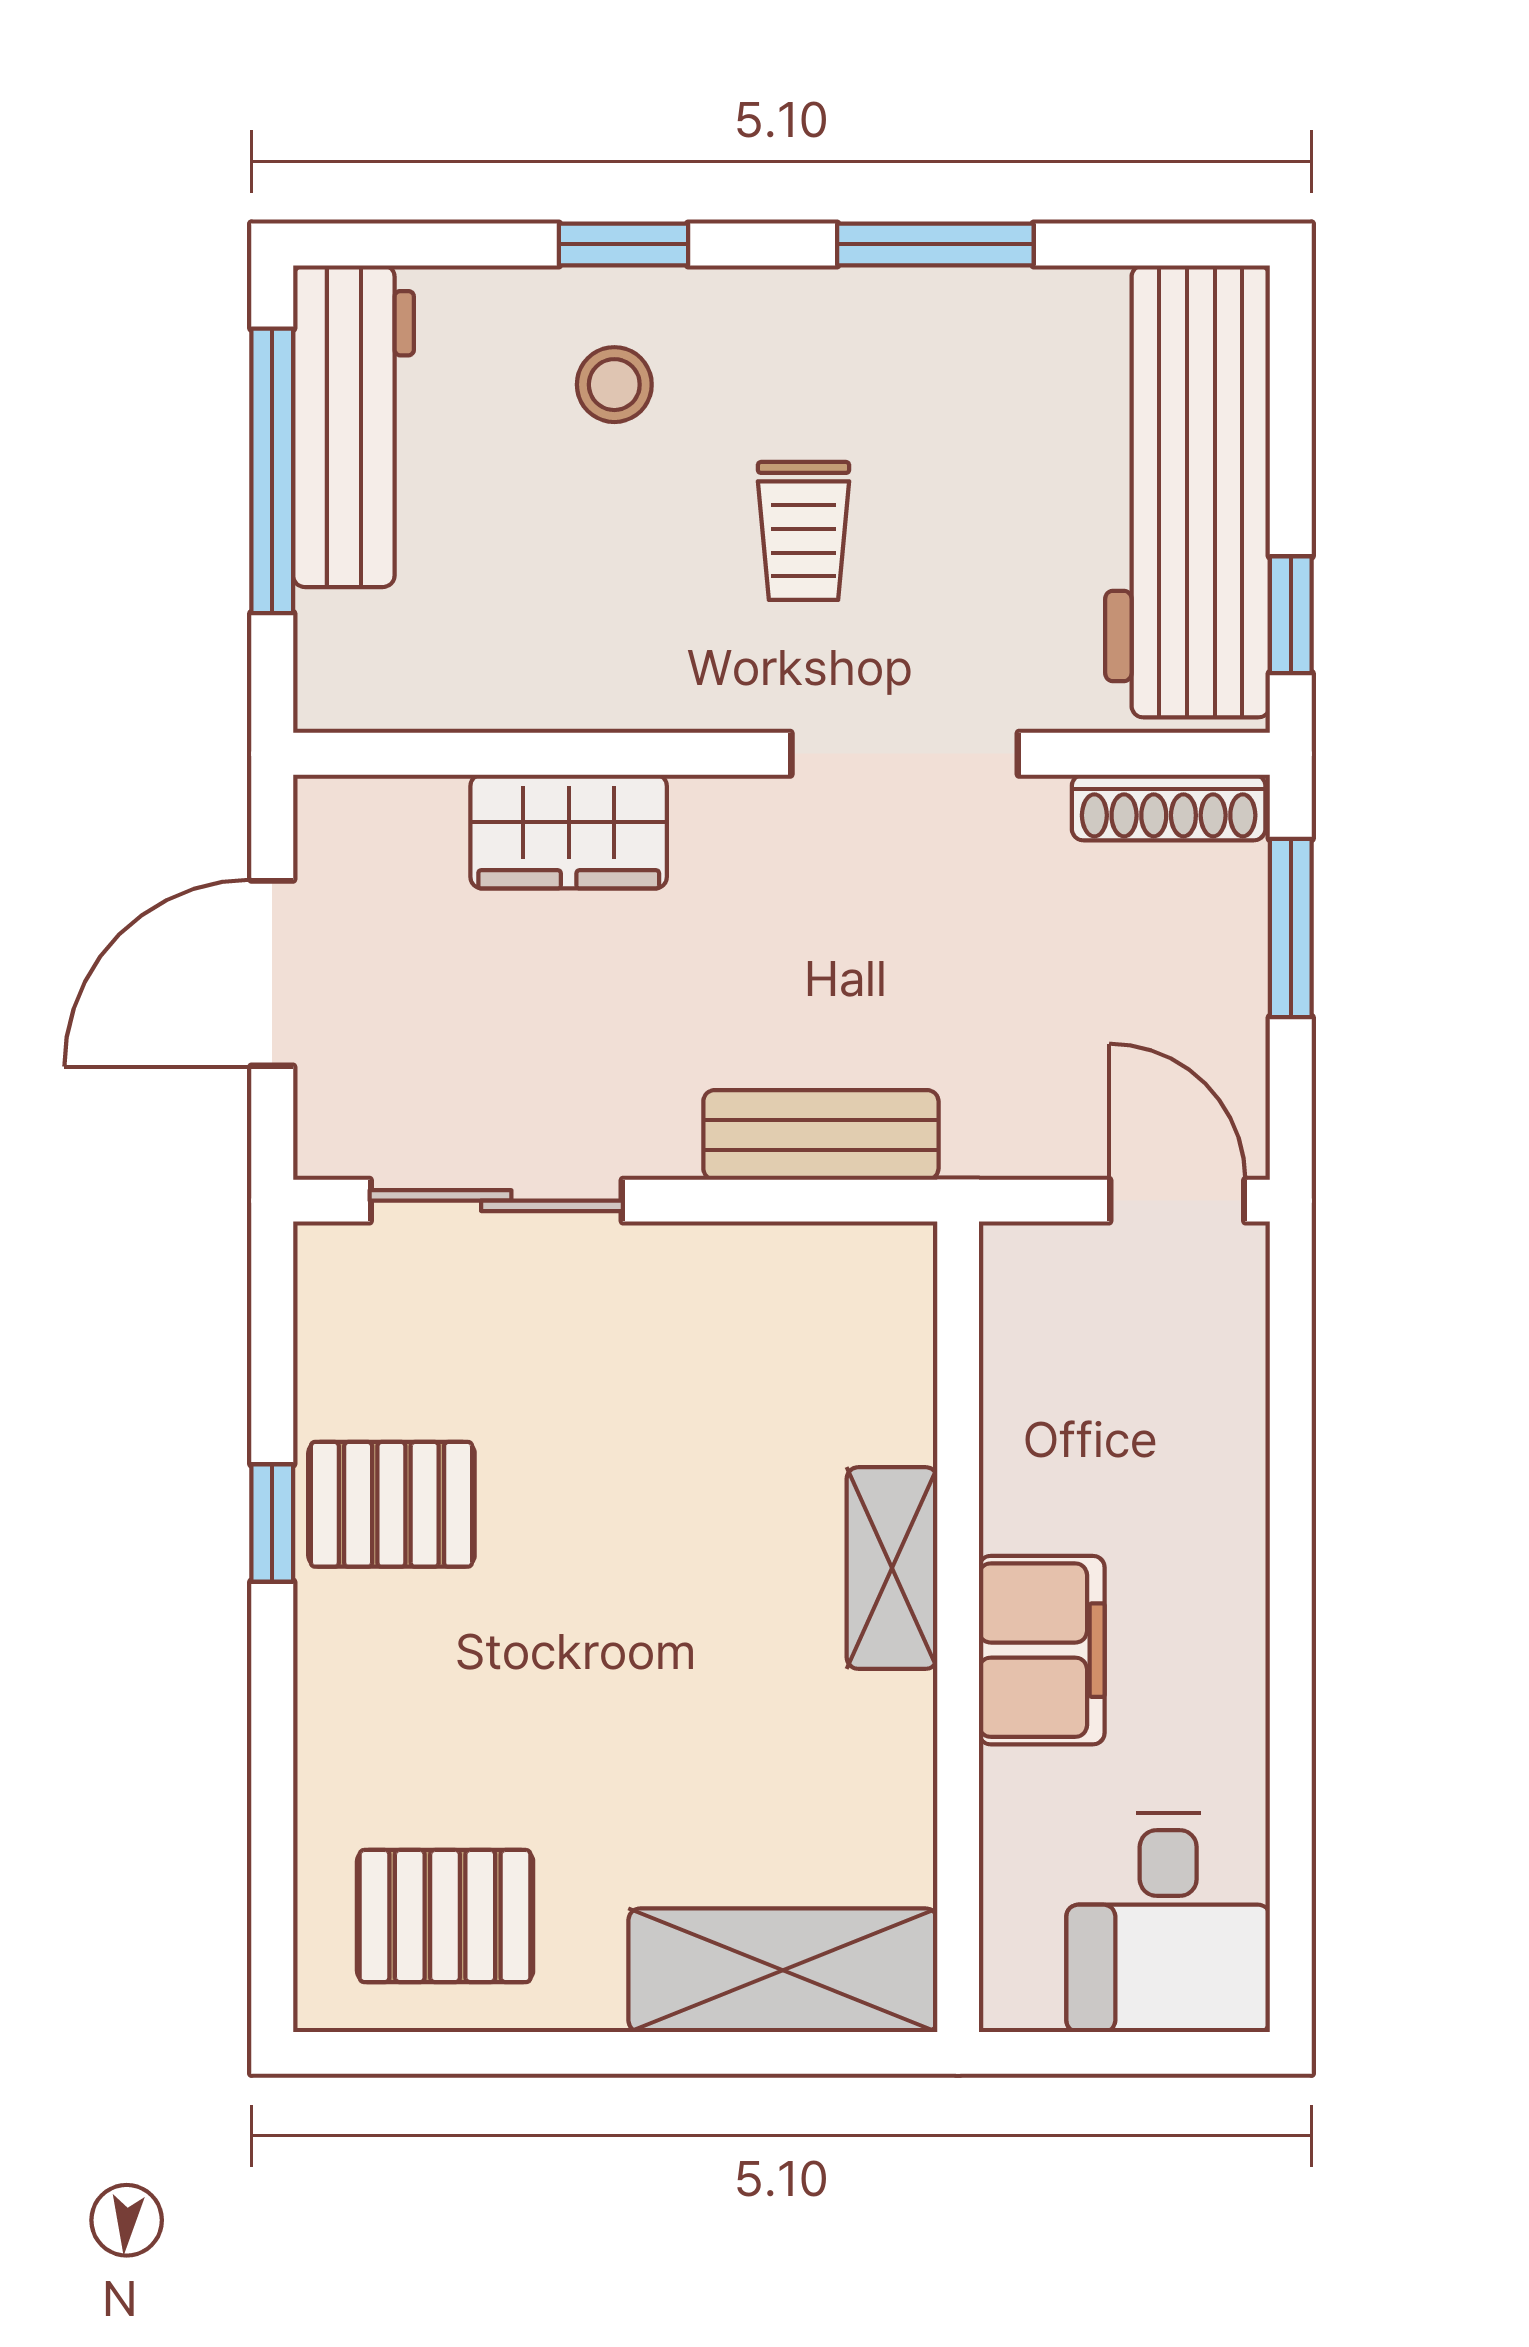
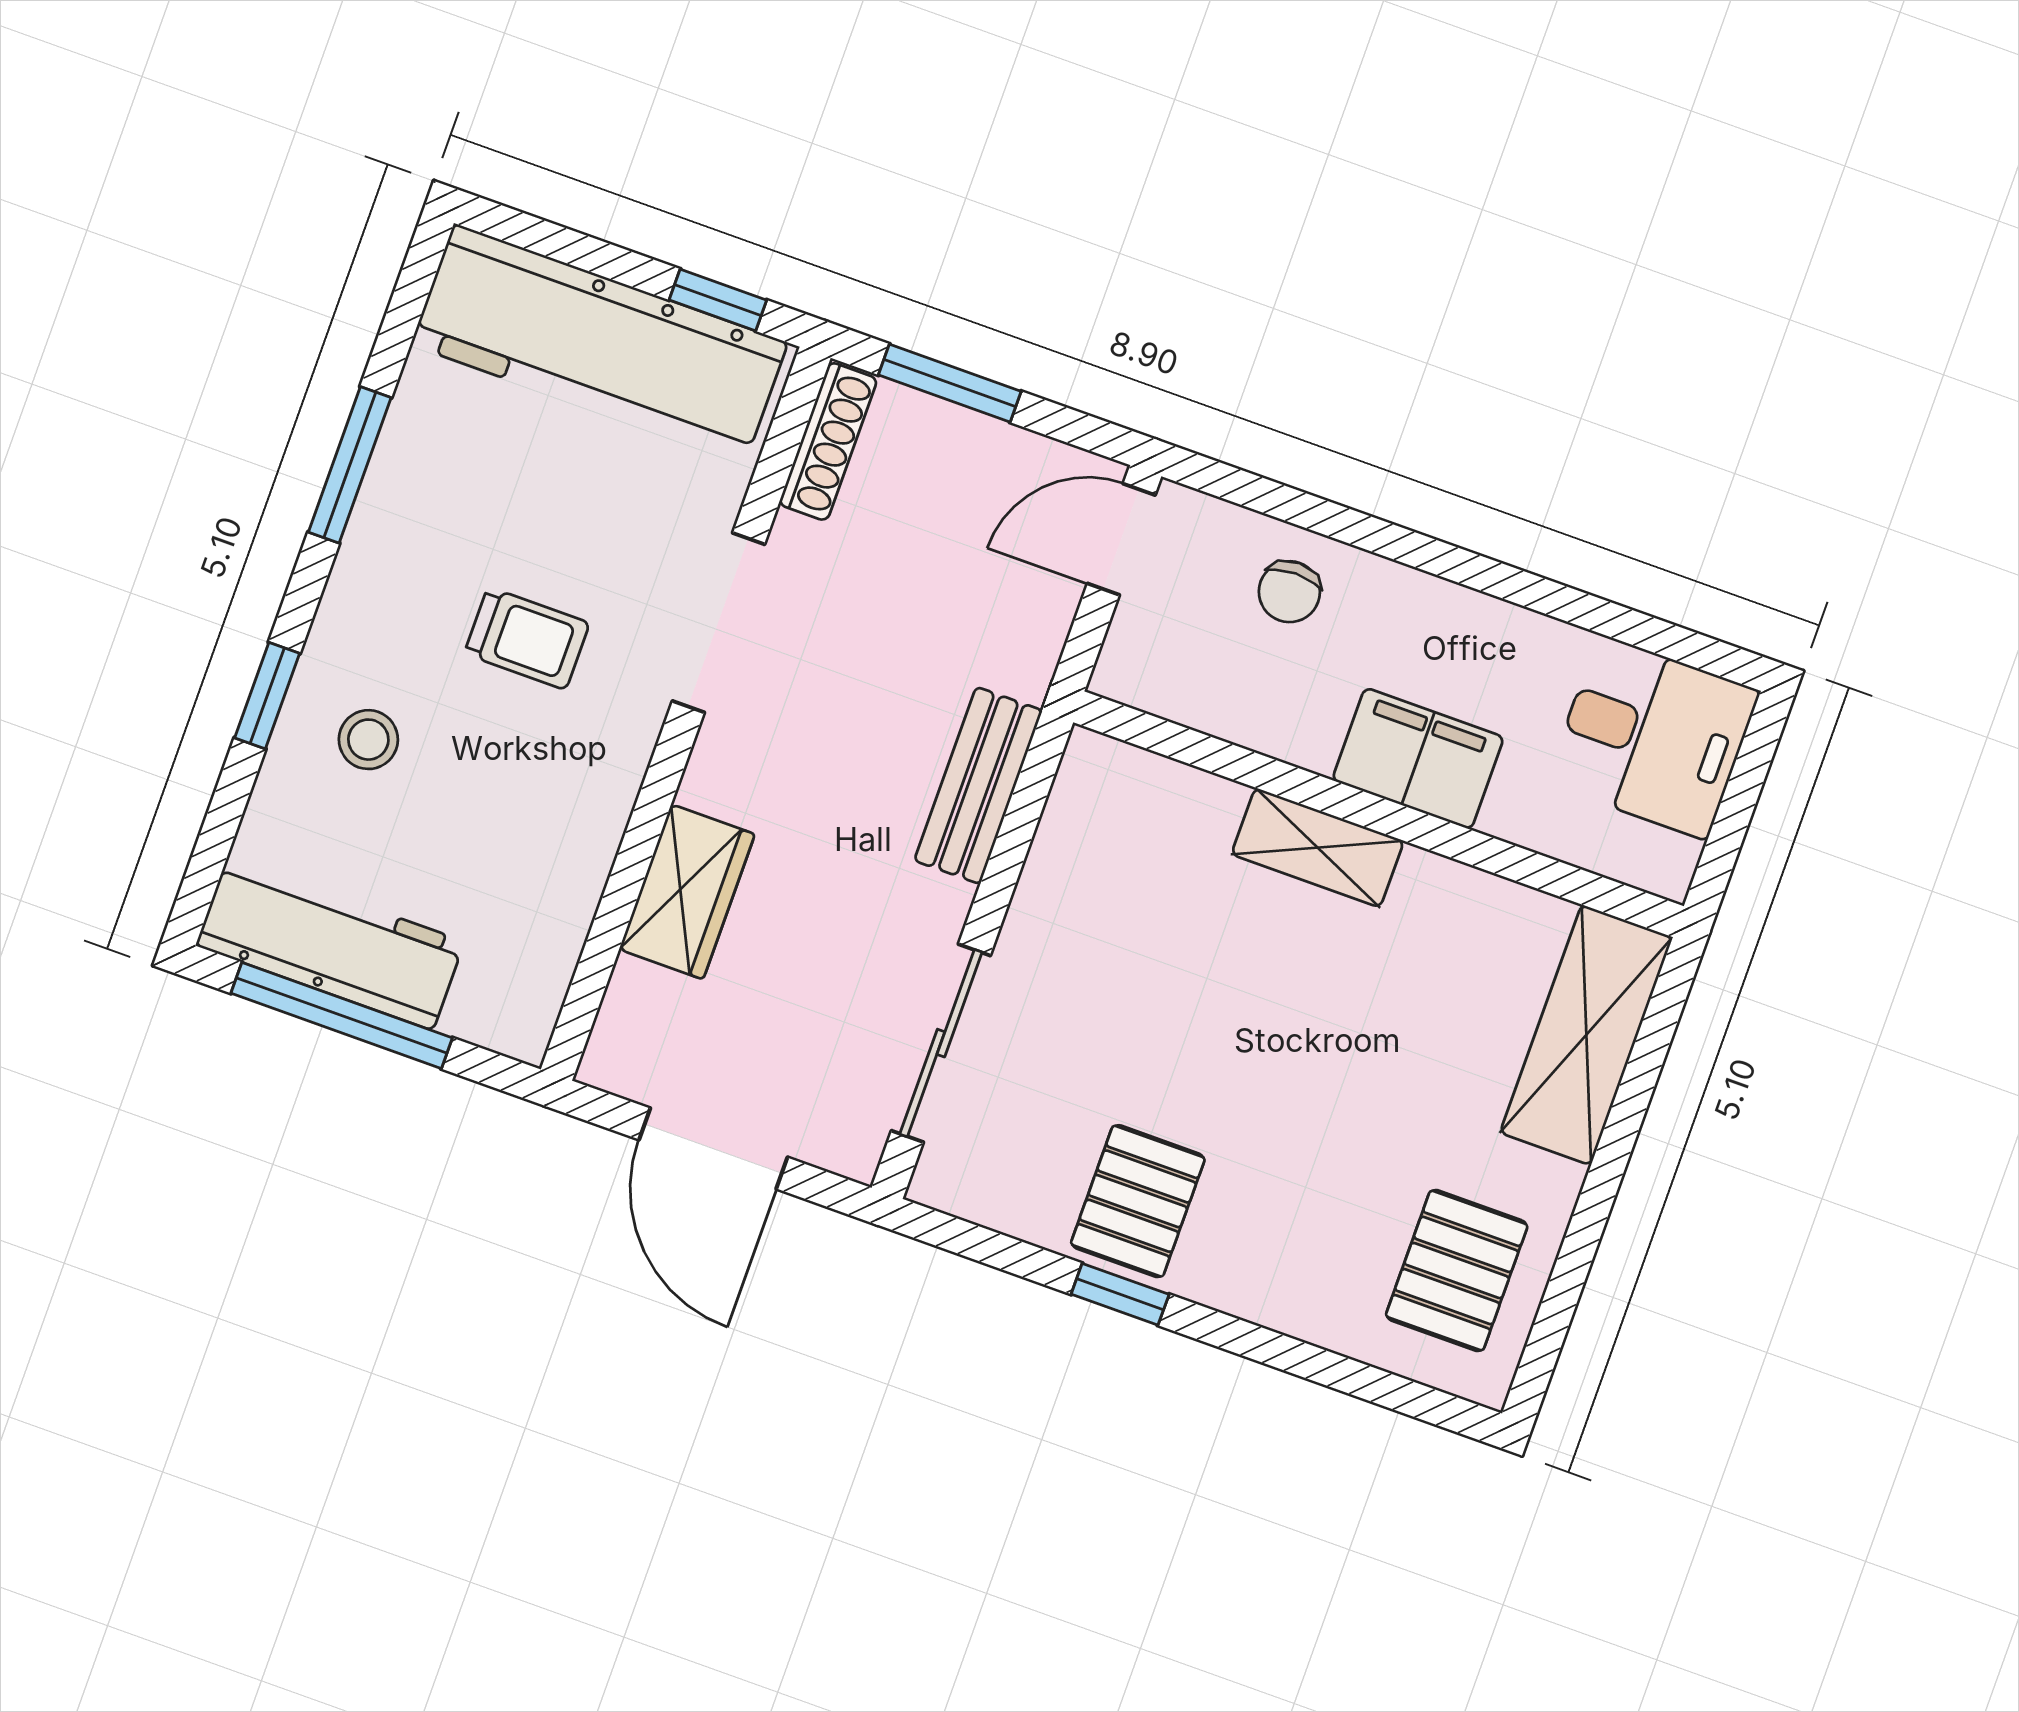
chair: (1186, 1425) -> (1289, 592), added

